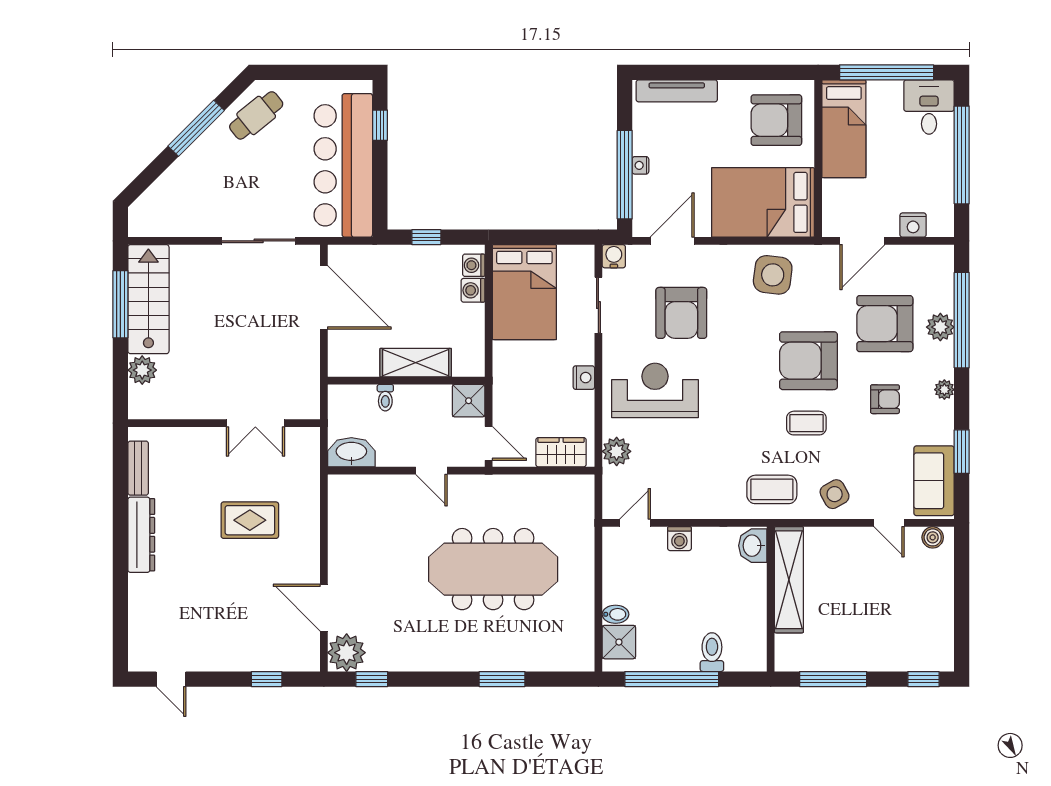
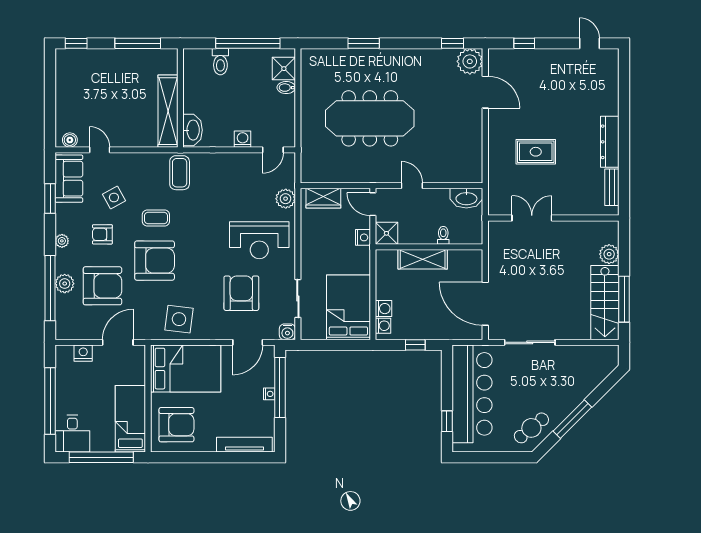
nightstand: (584, 378) -> (363, 237), moved, turned 180
coffee table: (772, 489) -> (180, 173), turned 90
side table: (835, 494) -> (114, 197), moved
washbasin: (753, 546) -> (193, 130), width x1.38

